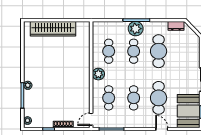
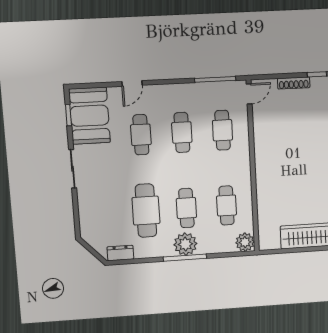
plant: (98, 74) -> (245, 242), moved
cafe table: (159, 98) -> (141, 135), width x0.73, depth x0.74
door: (162, 129) -> (132, 83), hinge flipped

